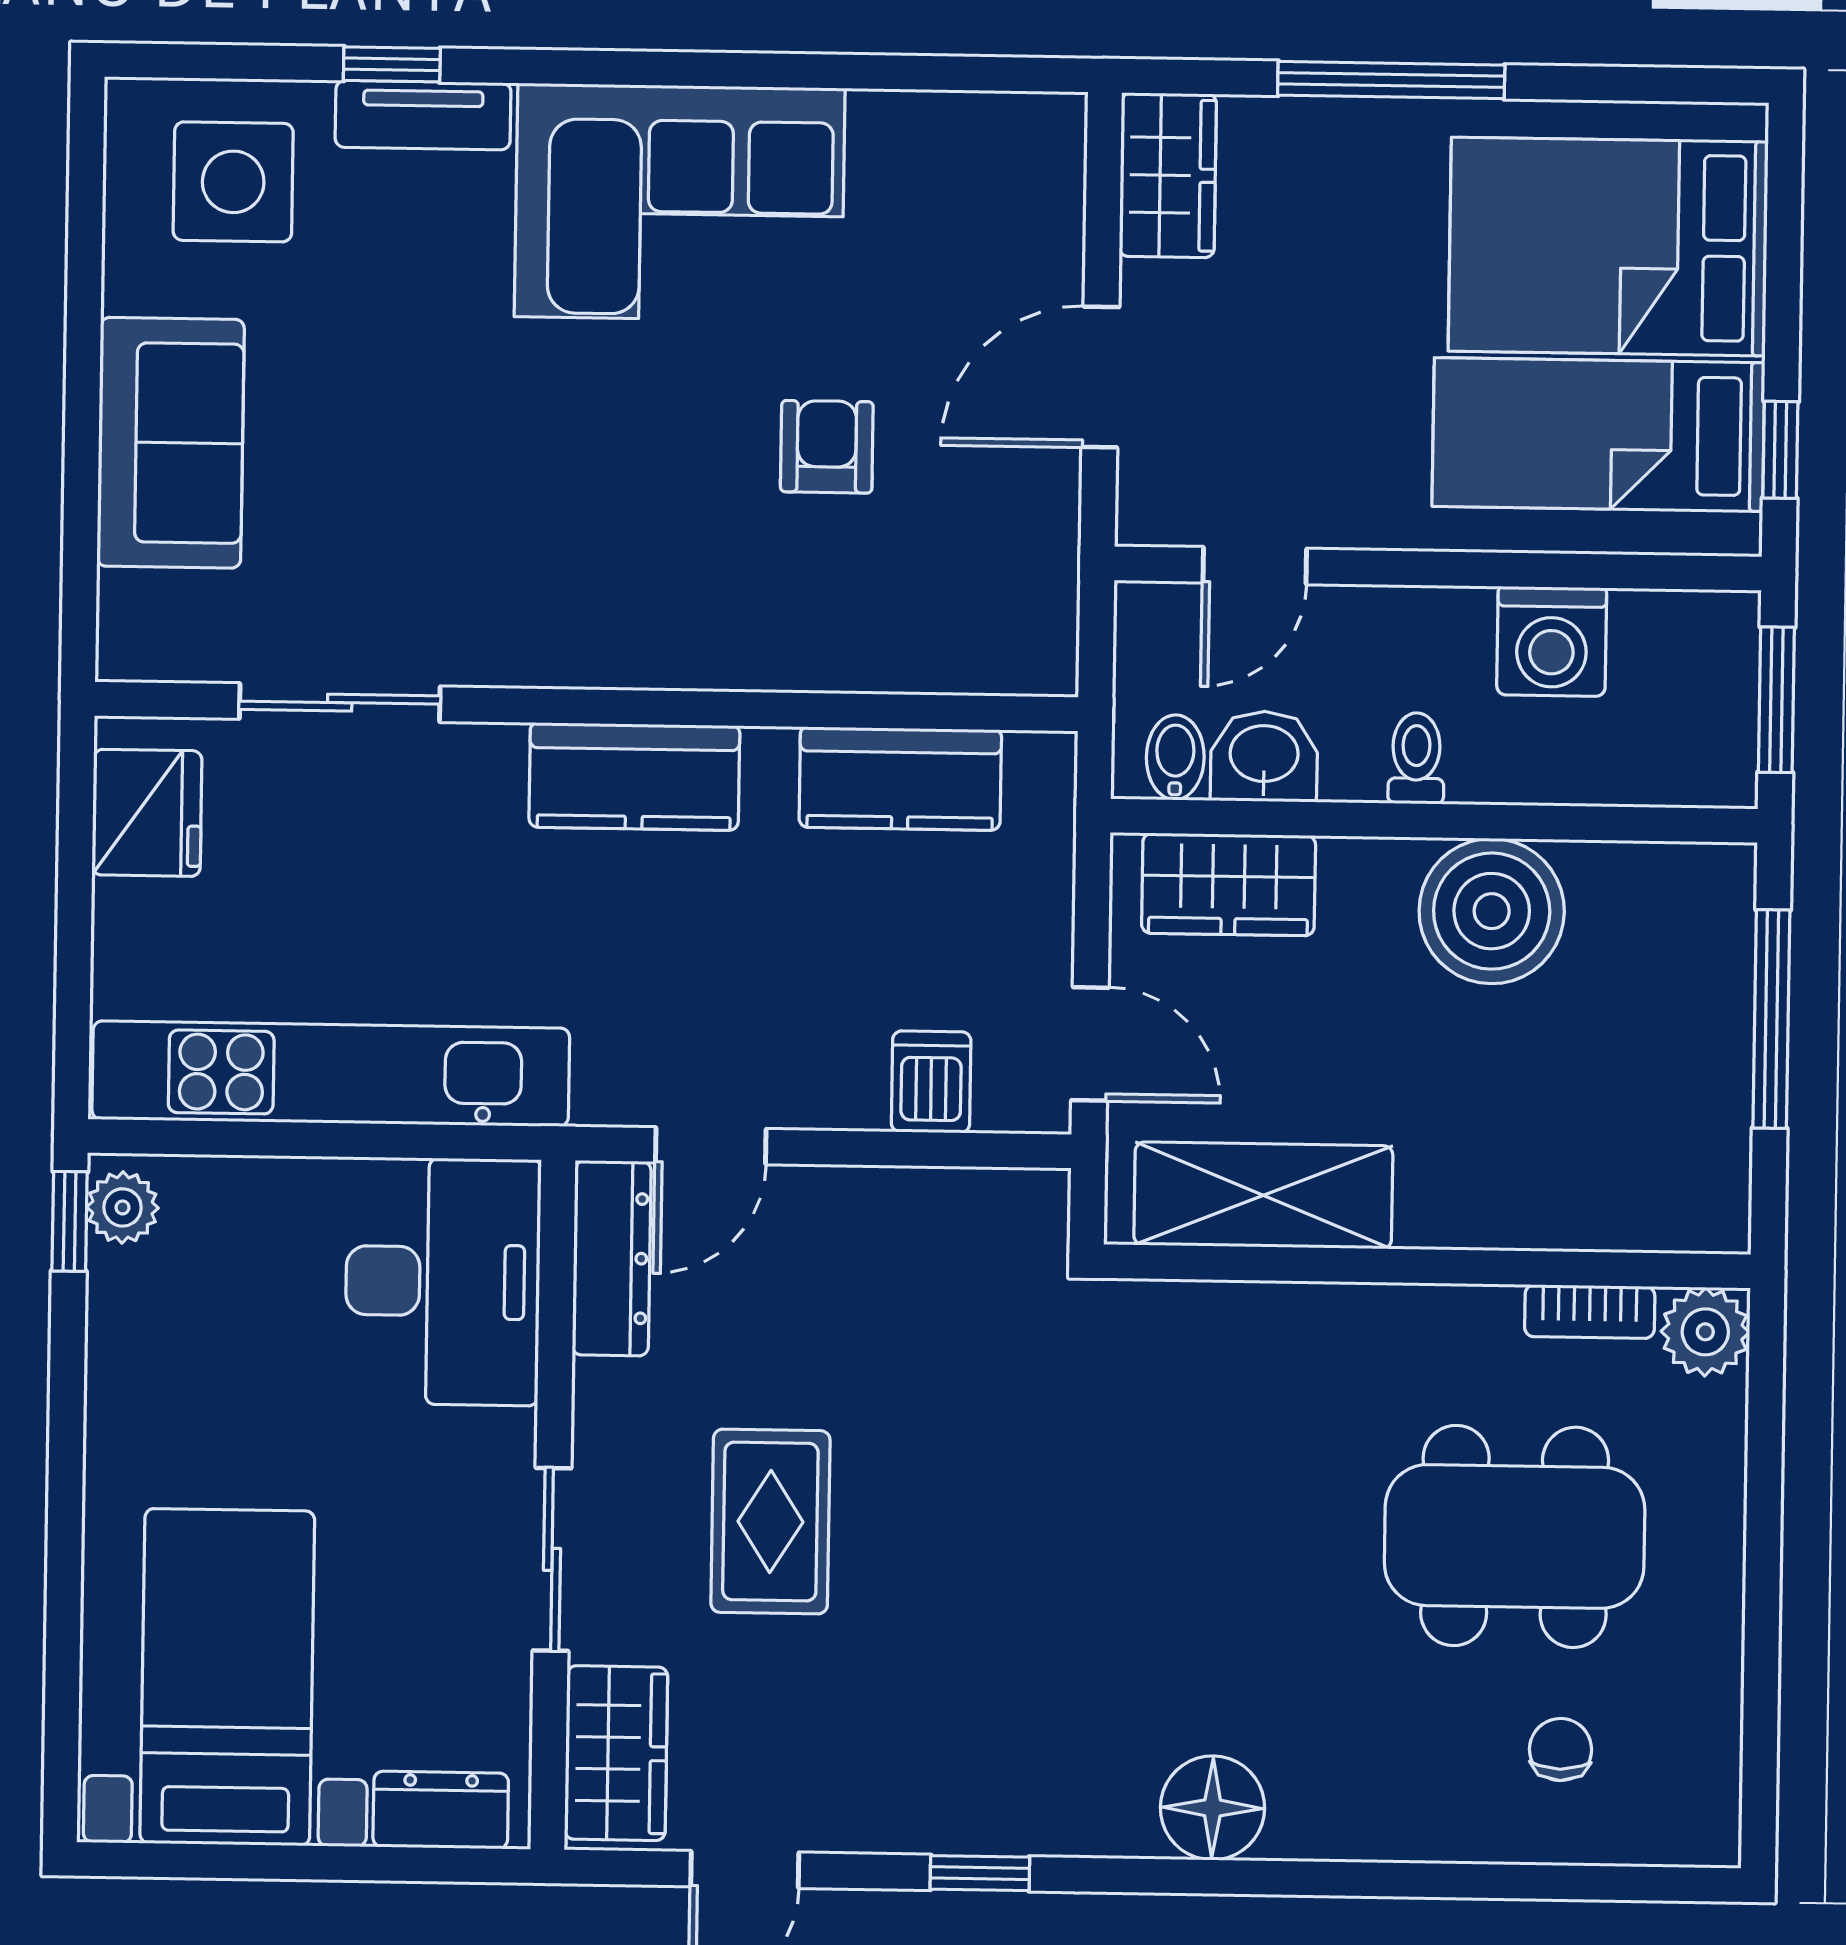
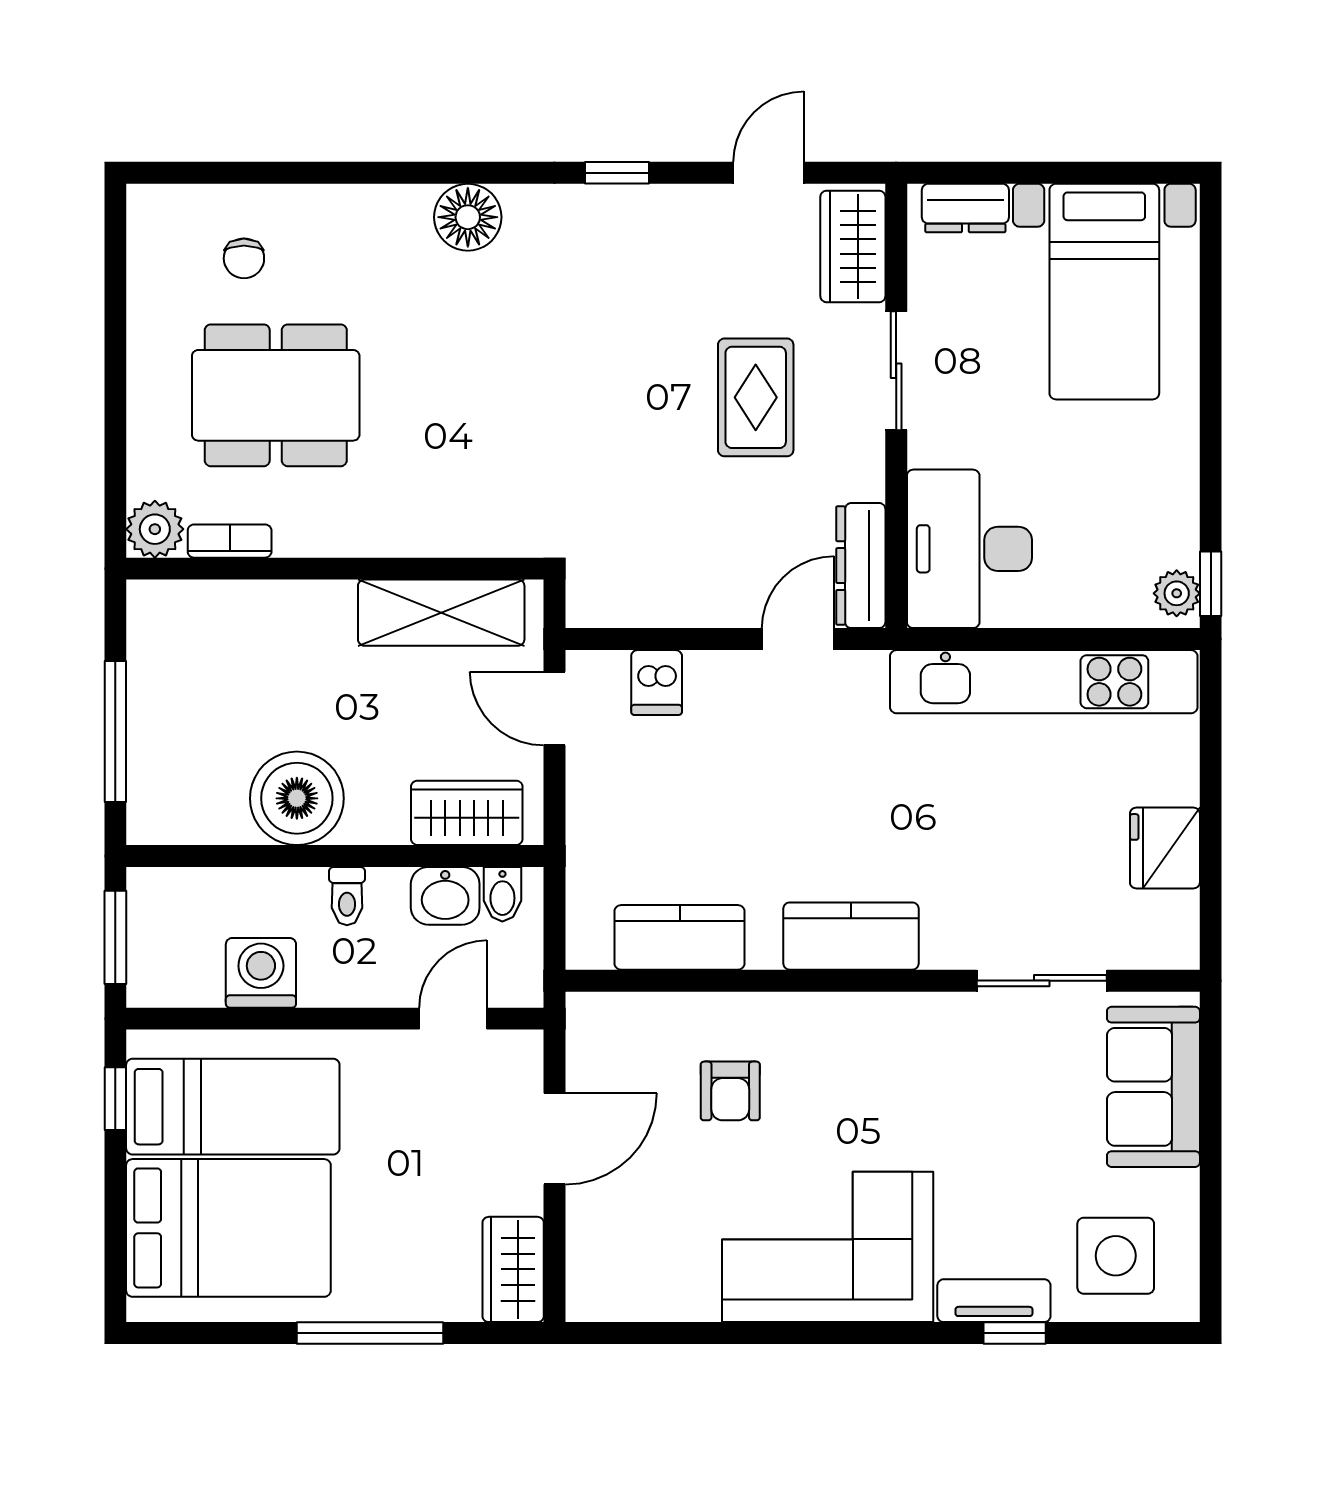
sliding door: (340, 703) -> (1042, 981), moved
wall: (586, 706) -> (883, 981), moved
kitchen counter: (634, 776) -> (851, 936), moved
kitchen counter: (900, 779) -> (680, 937), moved

